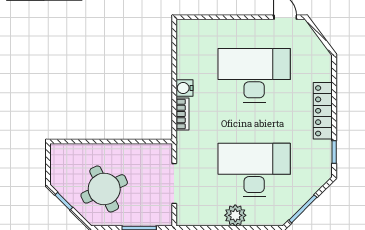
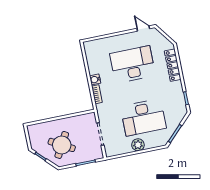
locker: (323, 111) -> (173, 65), moved
desk: (254, 170) -> (143, 117), turned 180
round table: (104, 189) -> (62, 145), turned -36

